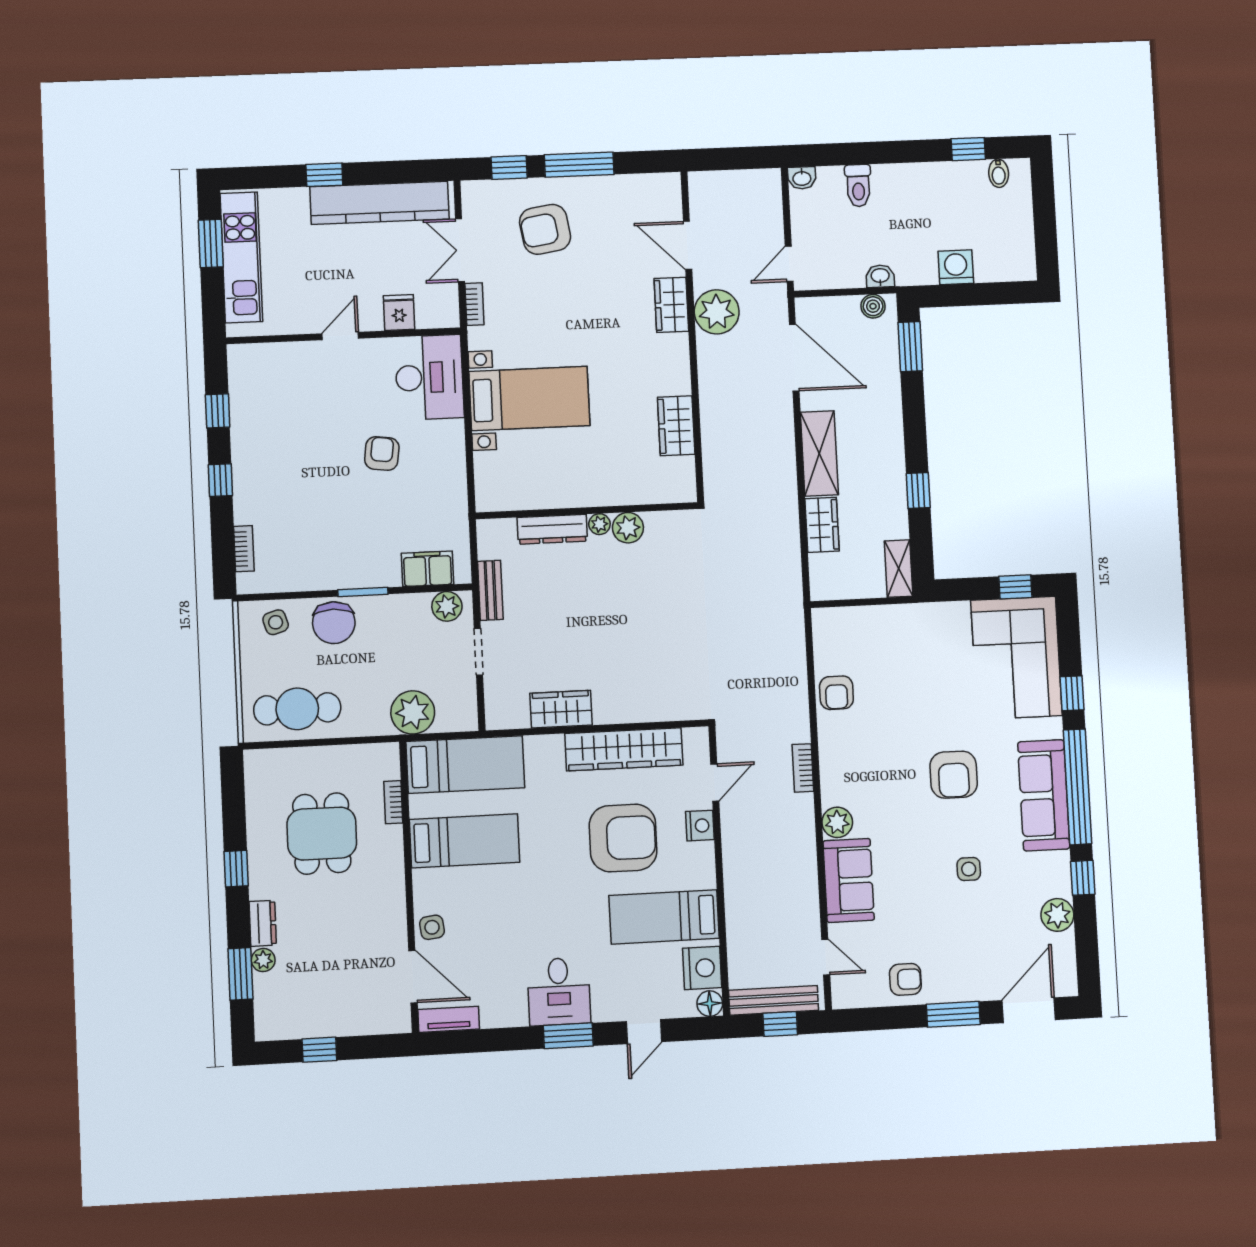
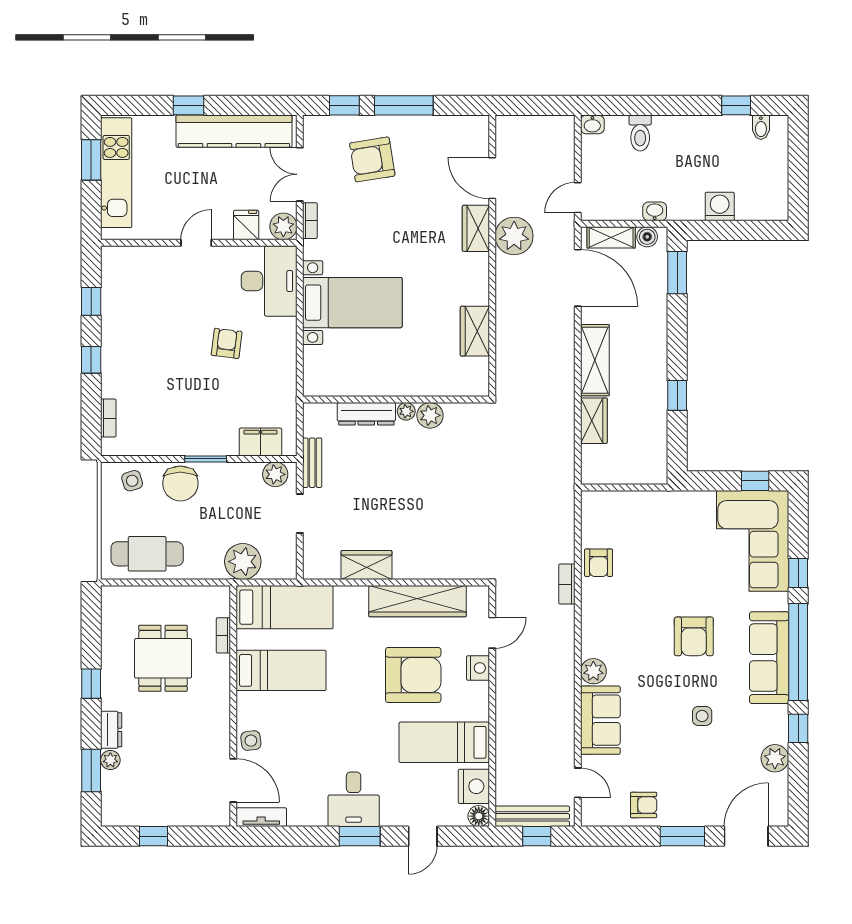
plant: (443, 312) -> (283, 226), added
shelving: (899, 569) -> (611, 237), moved, turned 90
bookcase: (803, 768) -> (567, 584), moved

